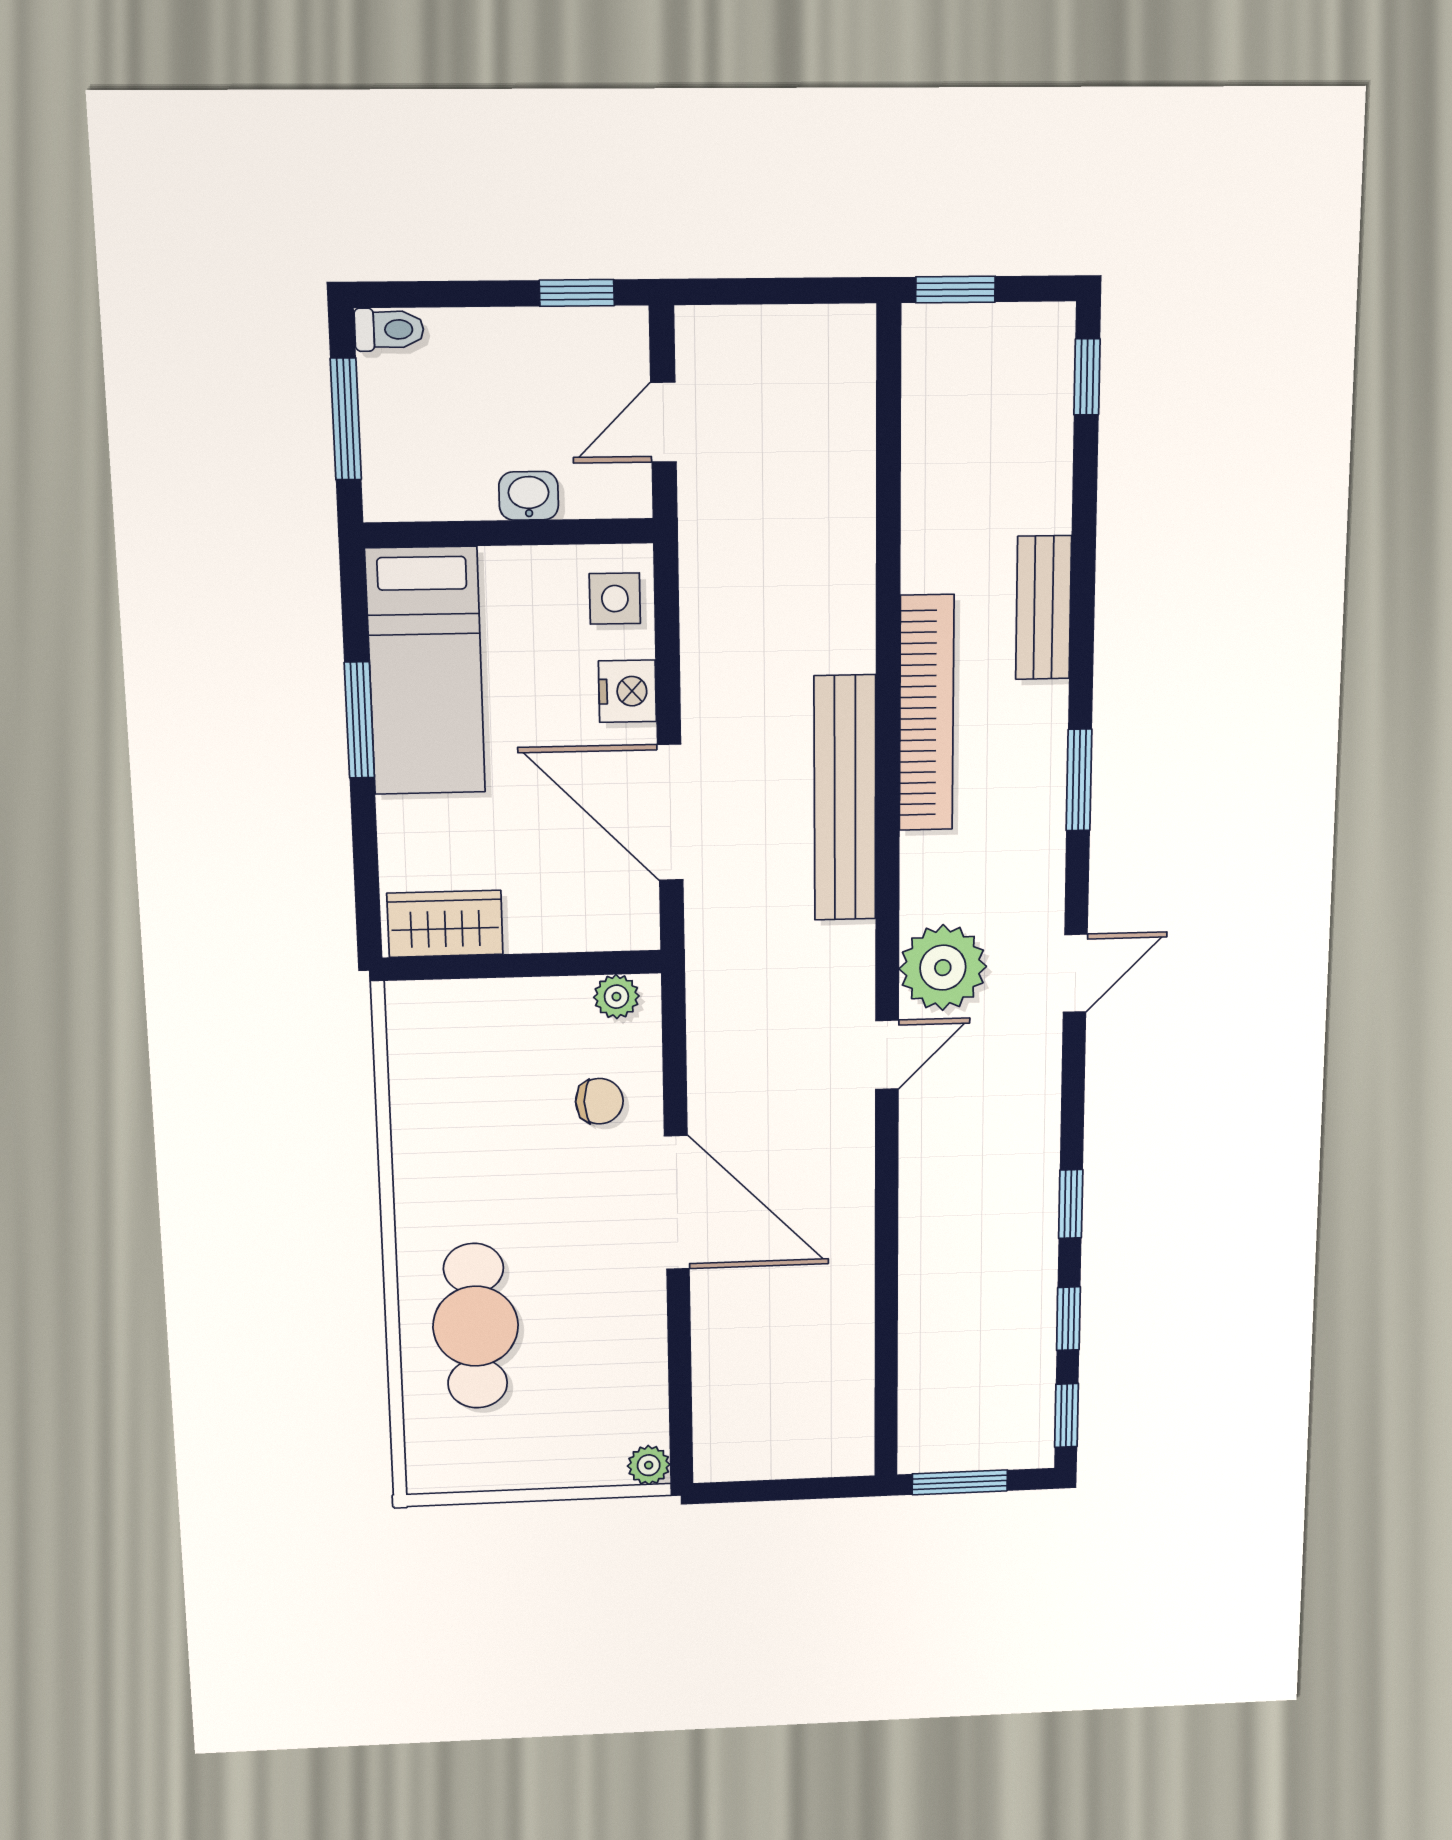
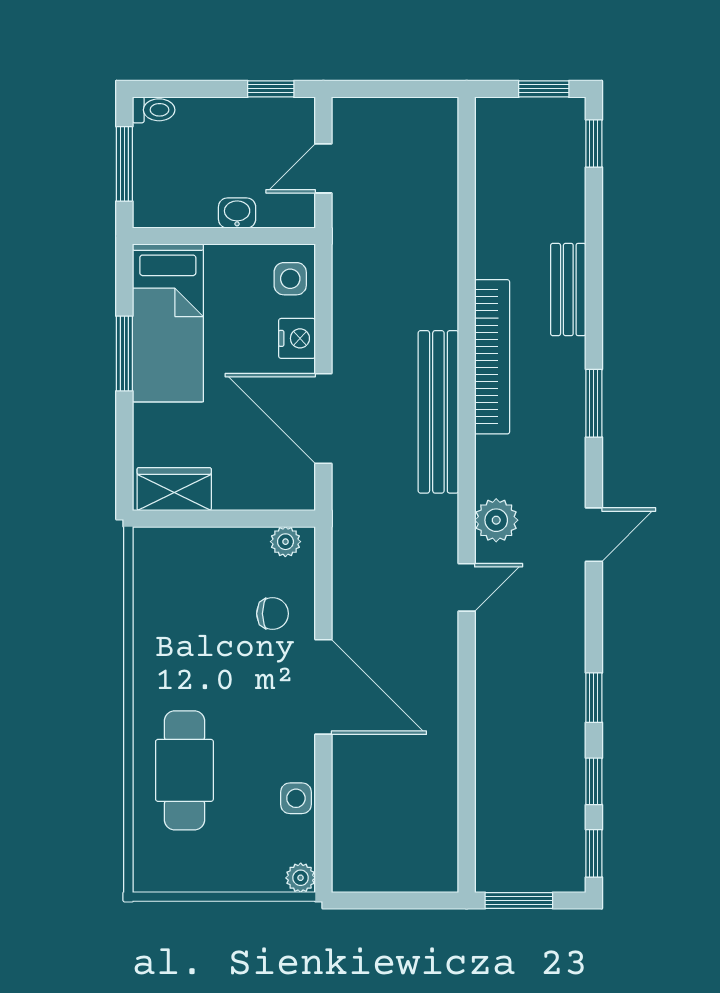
window: (955, 289) -> (544, 89), moved
plant: (943, 968) -> (496, 520), width x0.73, depth x0.73
side table: (640, 1358) -> (296, 798), added

